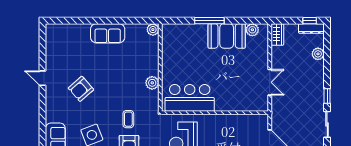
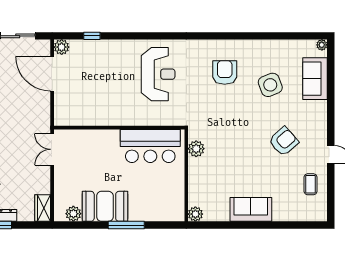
bar counter: (190, 98) -> (150, 146), moved
wall: (215, 113) -> (119, 128), moved
coffee table: (128, 119) -> (311, 184), moved

